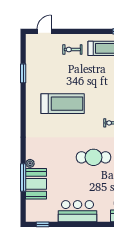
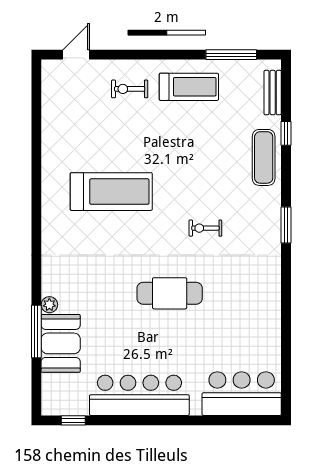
window: (23, 73) -> (36, 134), removed
bar counter: (78, 211) -> (139, 395), width x1.36

